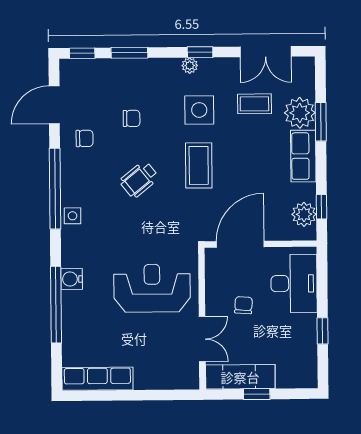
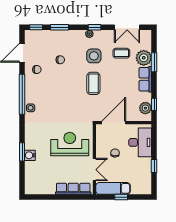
wheelchair: (139, 179) -> (64, 90), removed
water cooler: (72, 279) -> (30, 155), moved
window: (56, 305) -> (22, 152), width x0.47
row of seats: (97, 379) -> (73, 189), moved

